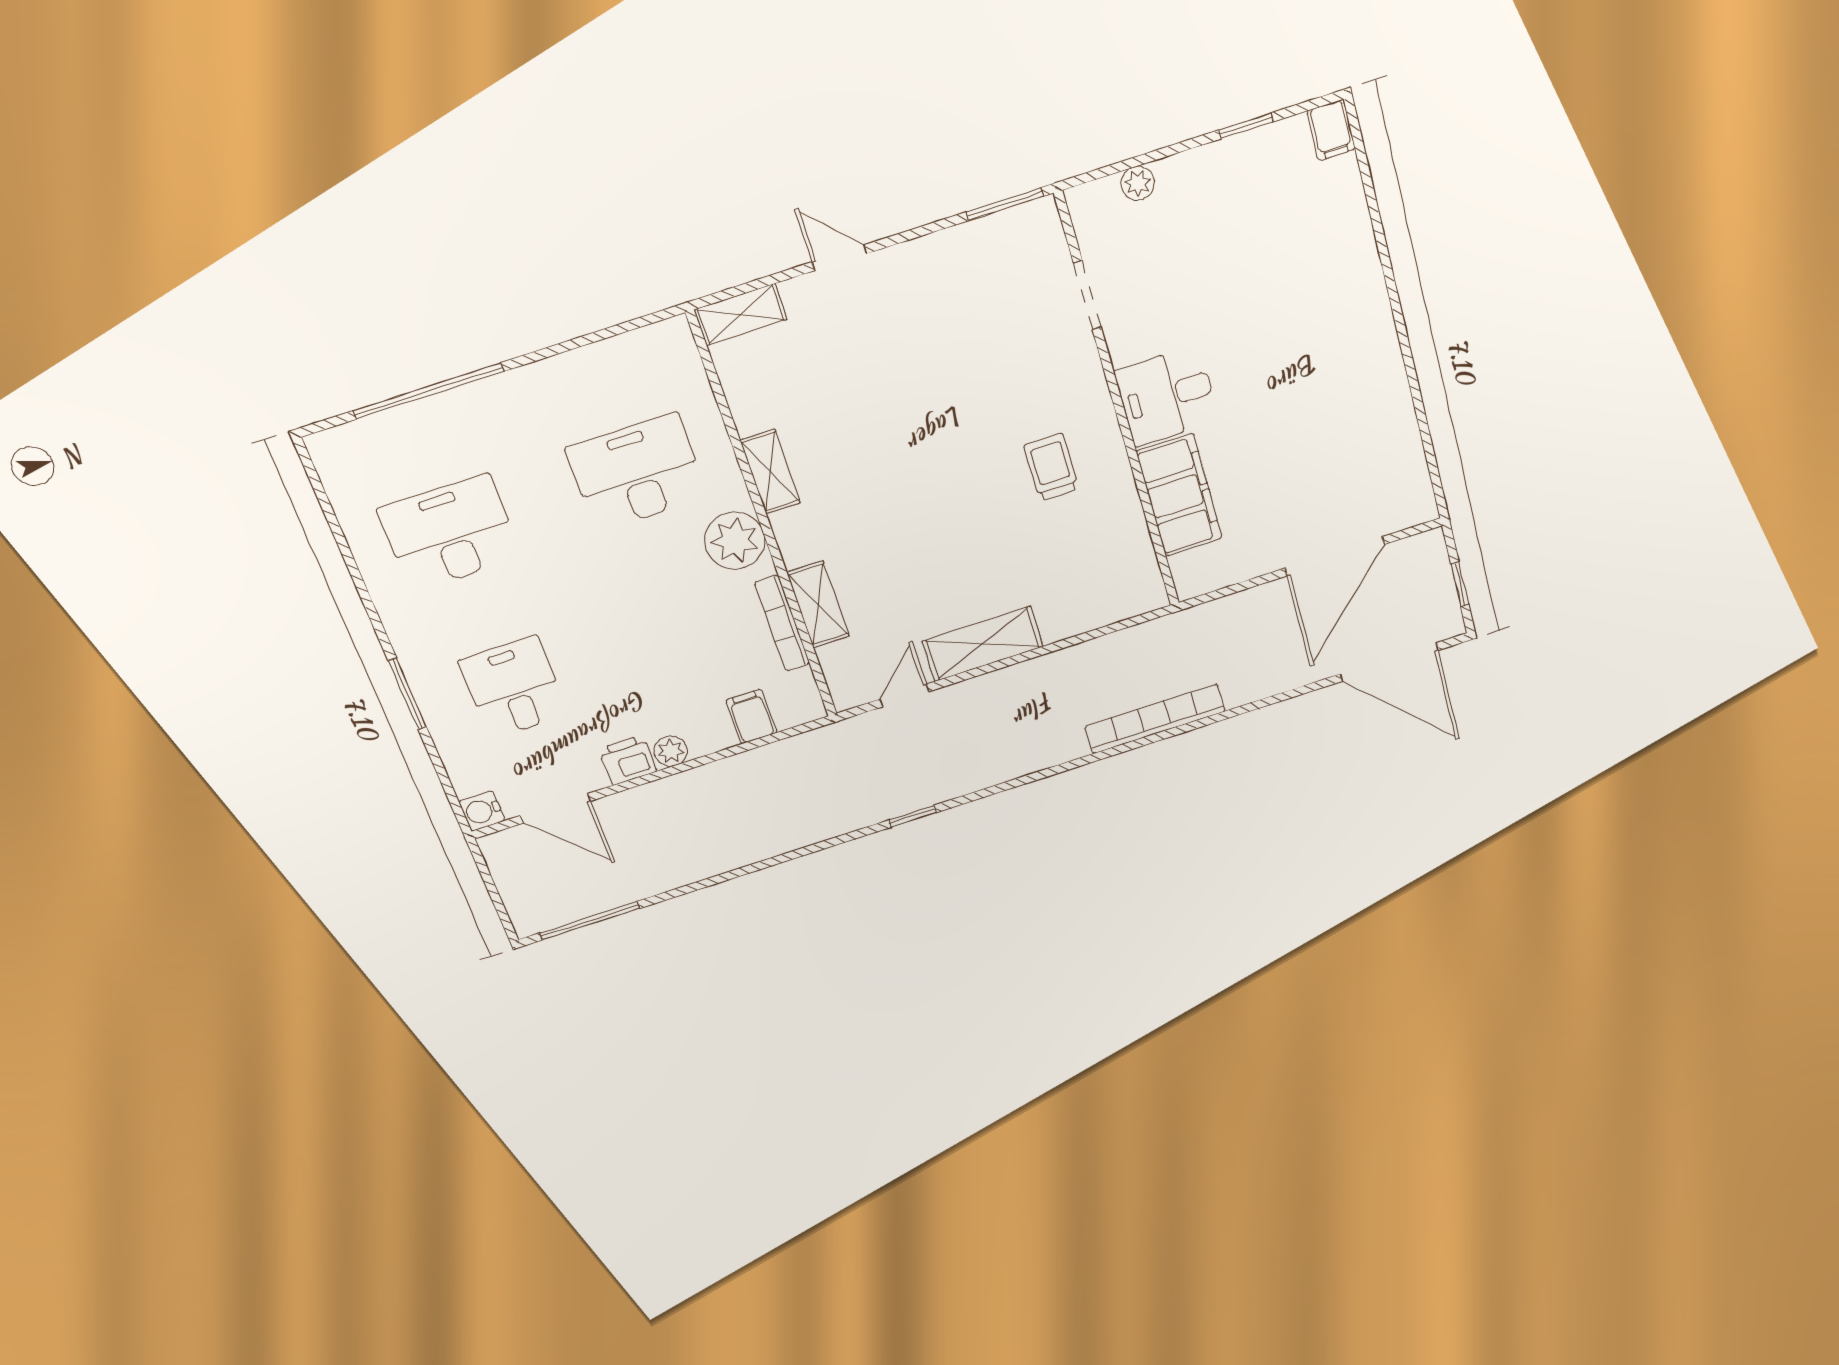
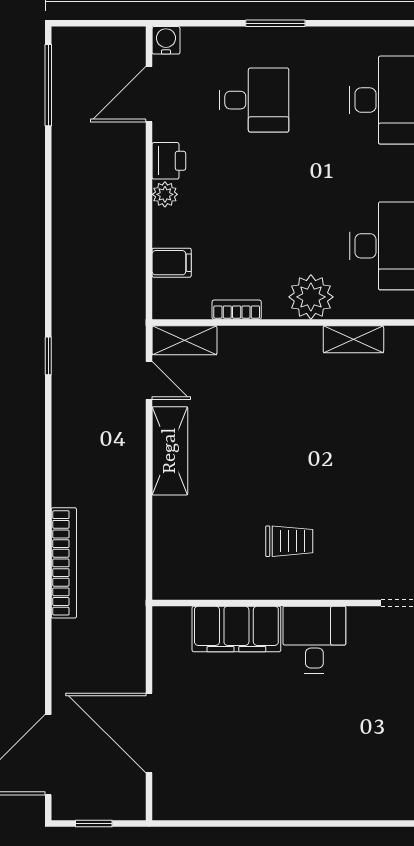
shelving: (818, 604) -> (184, 340), moved
bookcase: (782, 623) -> (237, 310), width x0.64

